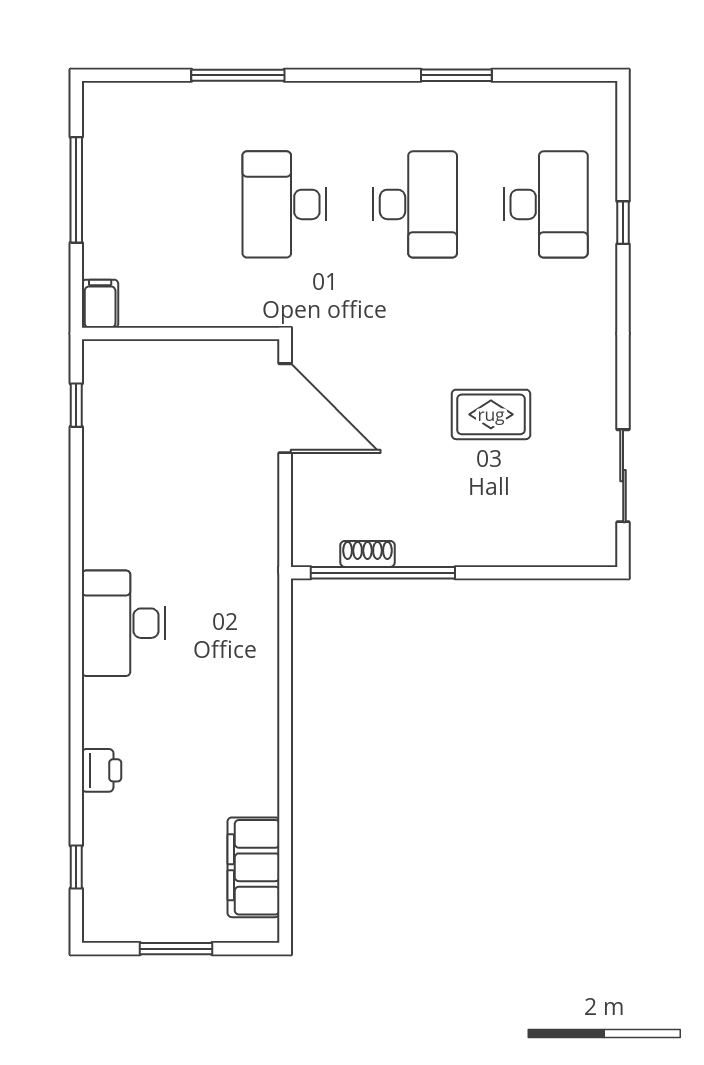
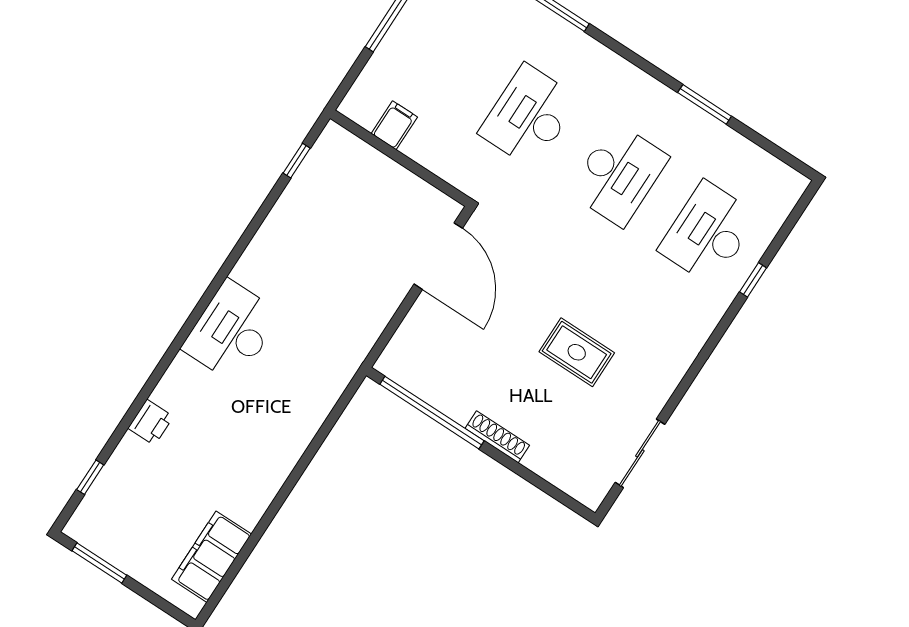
desk: (546, 204) -> (708, 233), turned 180
filing cabinet: (100, 304) -> (394, 125), moved
shoe rack: (368, 554) -> (497, 437), moved, width x1.43
window: (176, 949) -> (99, 563), moved

